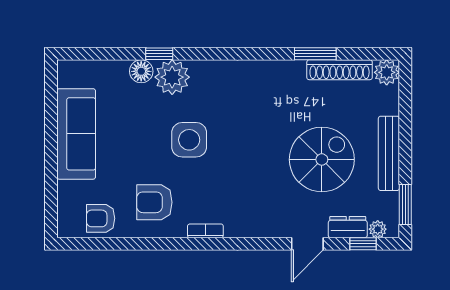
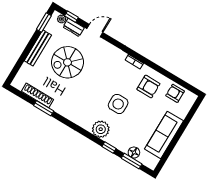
window: (105, 54) -> (132, 161), added
floor lamp: (141, 71) -> (134, 153), moved
plant: (387, 72) -> (18, 82), removed
plant: (172, 77) -> (101, 129), moved
armchair: (101, 218) -> (175, 93), turned 180

